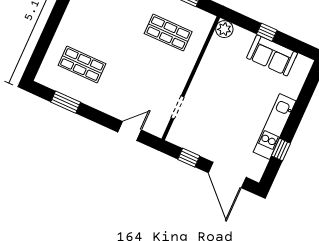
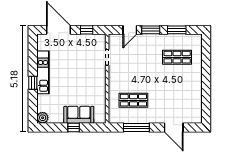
plant: (224, 29) -> (43, 118), moved
sofa: (272, 55) -> (79, 115), moved
window: (101, 118) -> (151, 30), added
window: (281, 150) -> (33, 83), moved

